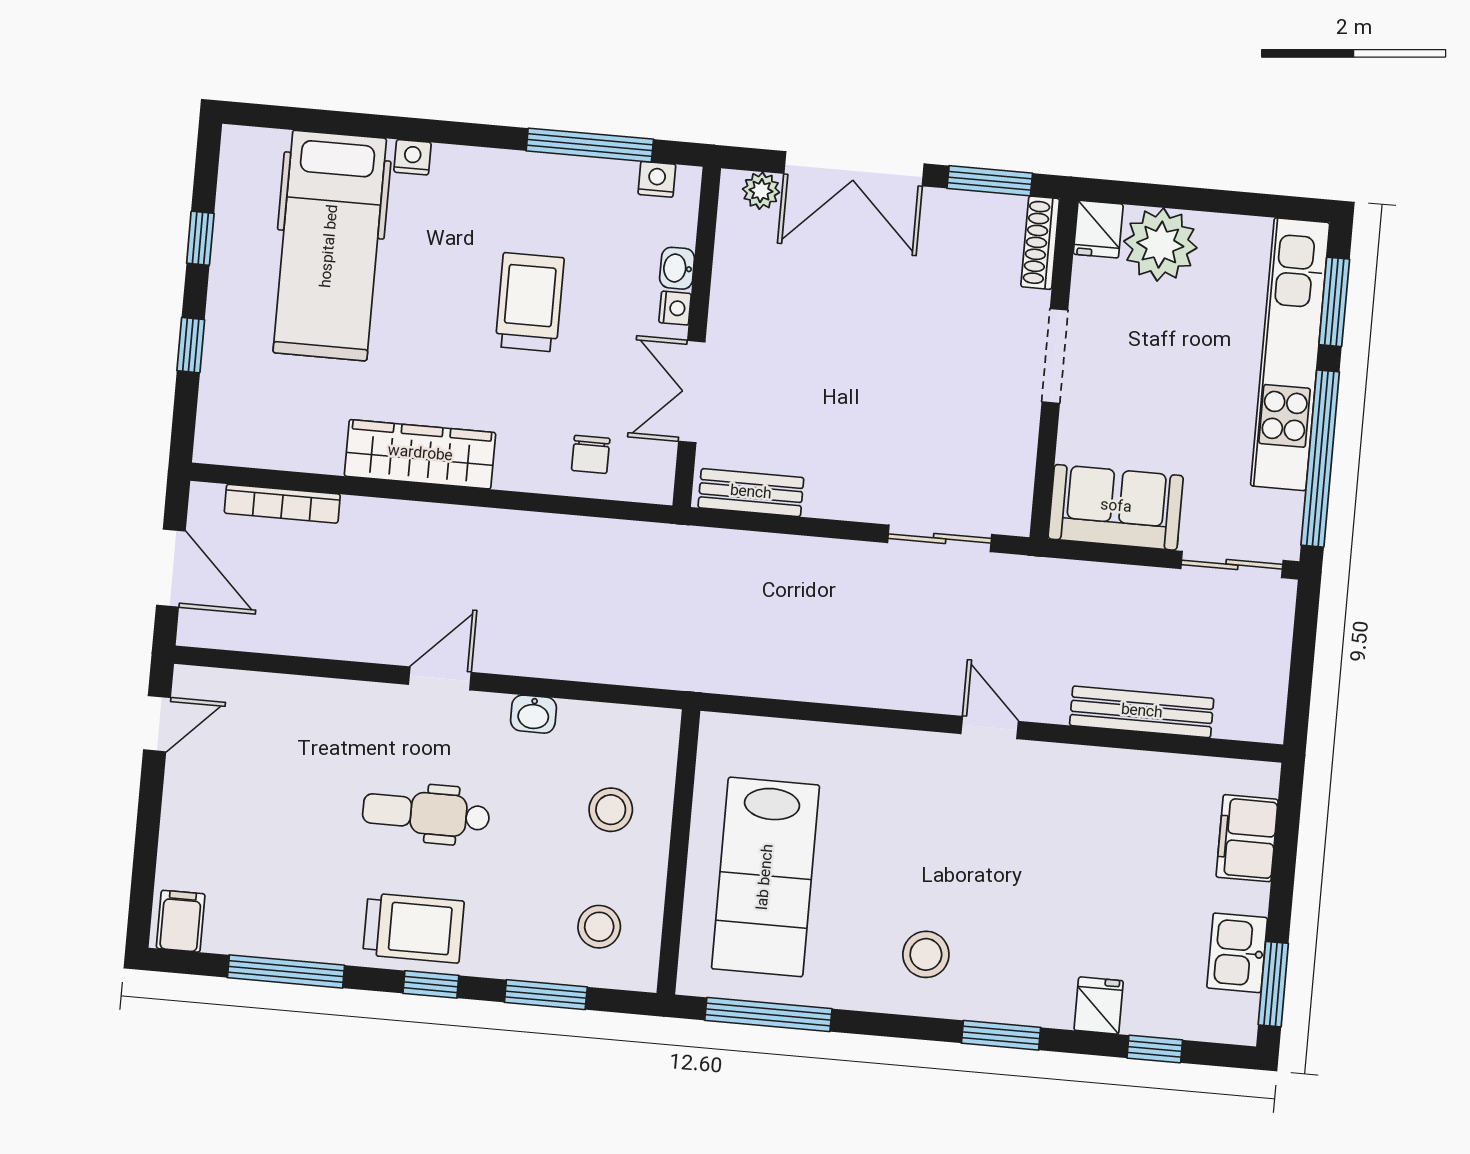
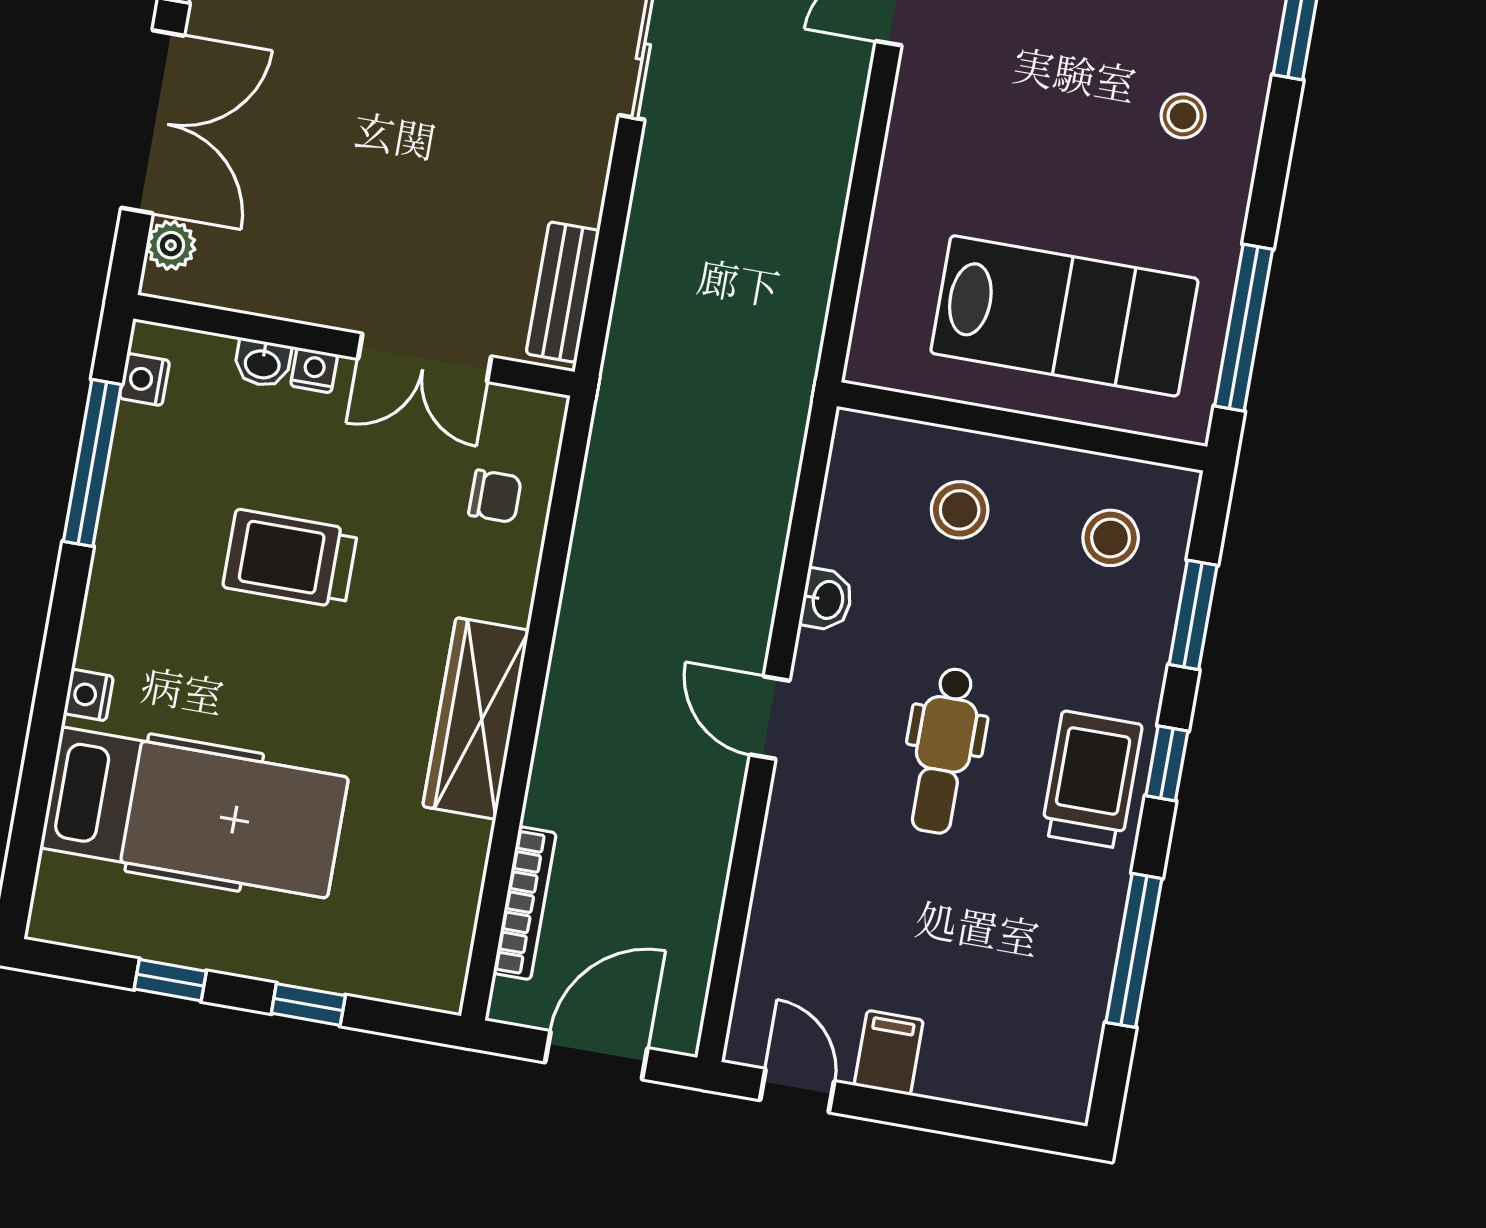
filing cabinet: (181, 921) -> (889, 1053), moved, turned 90
stool: (926, 954) -> (1183, 116), width x0.73, depth x0.73

